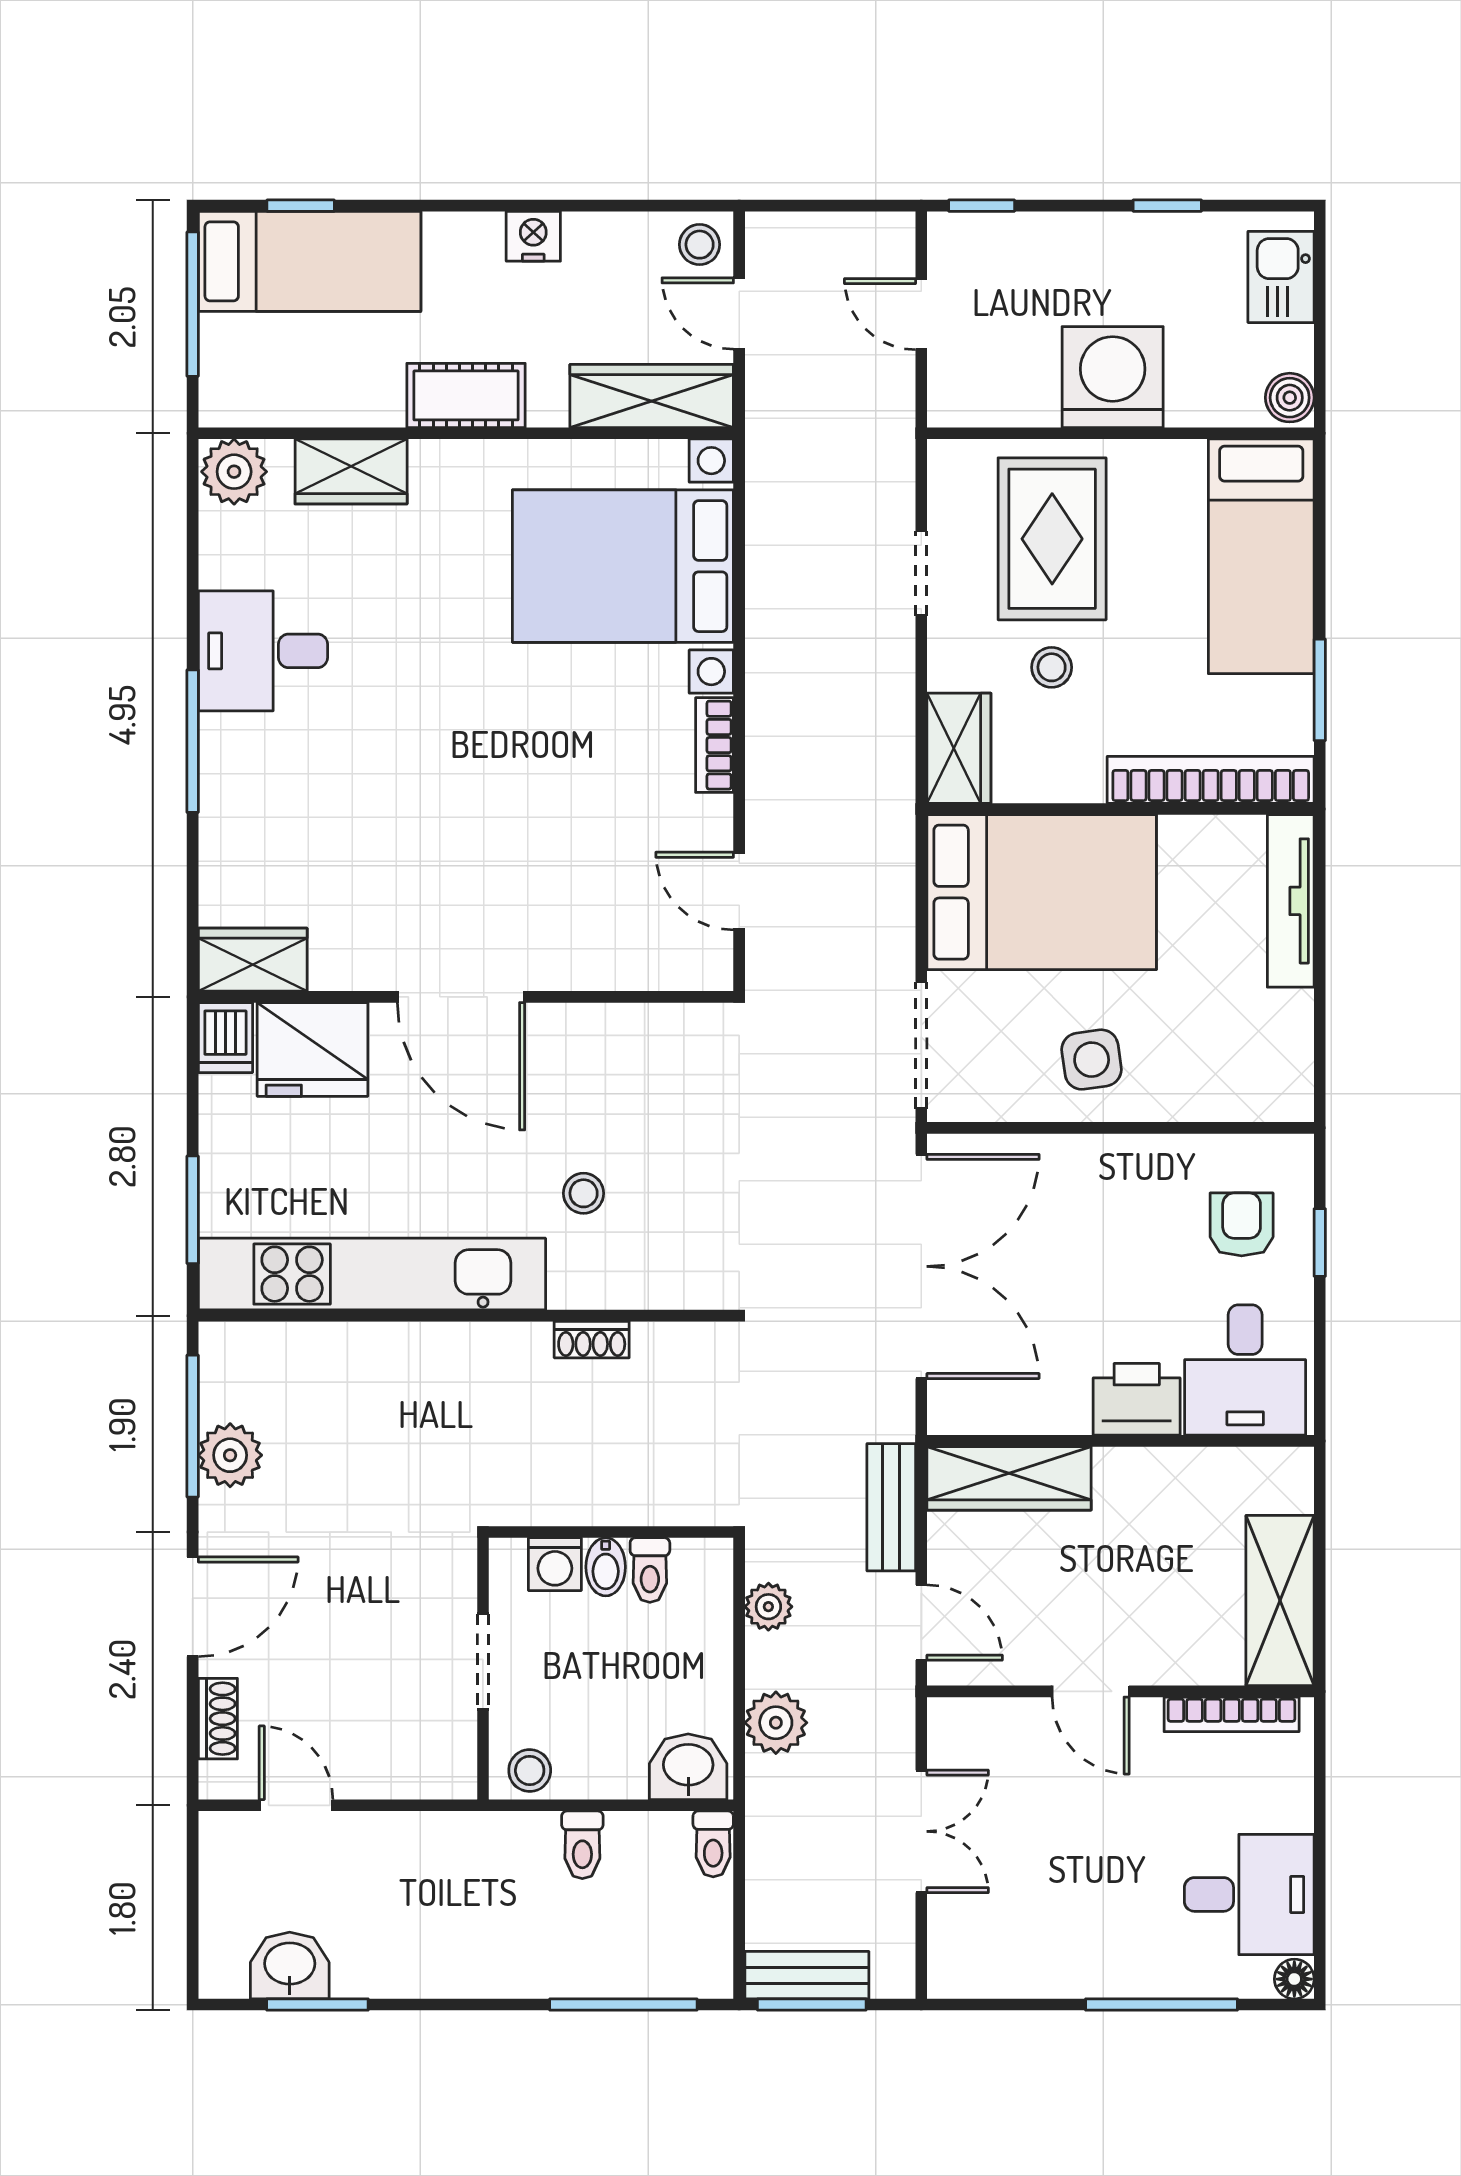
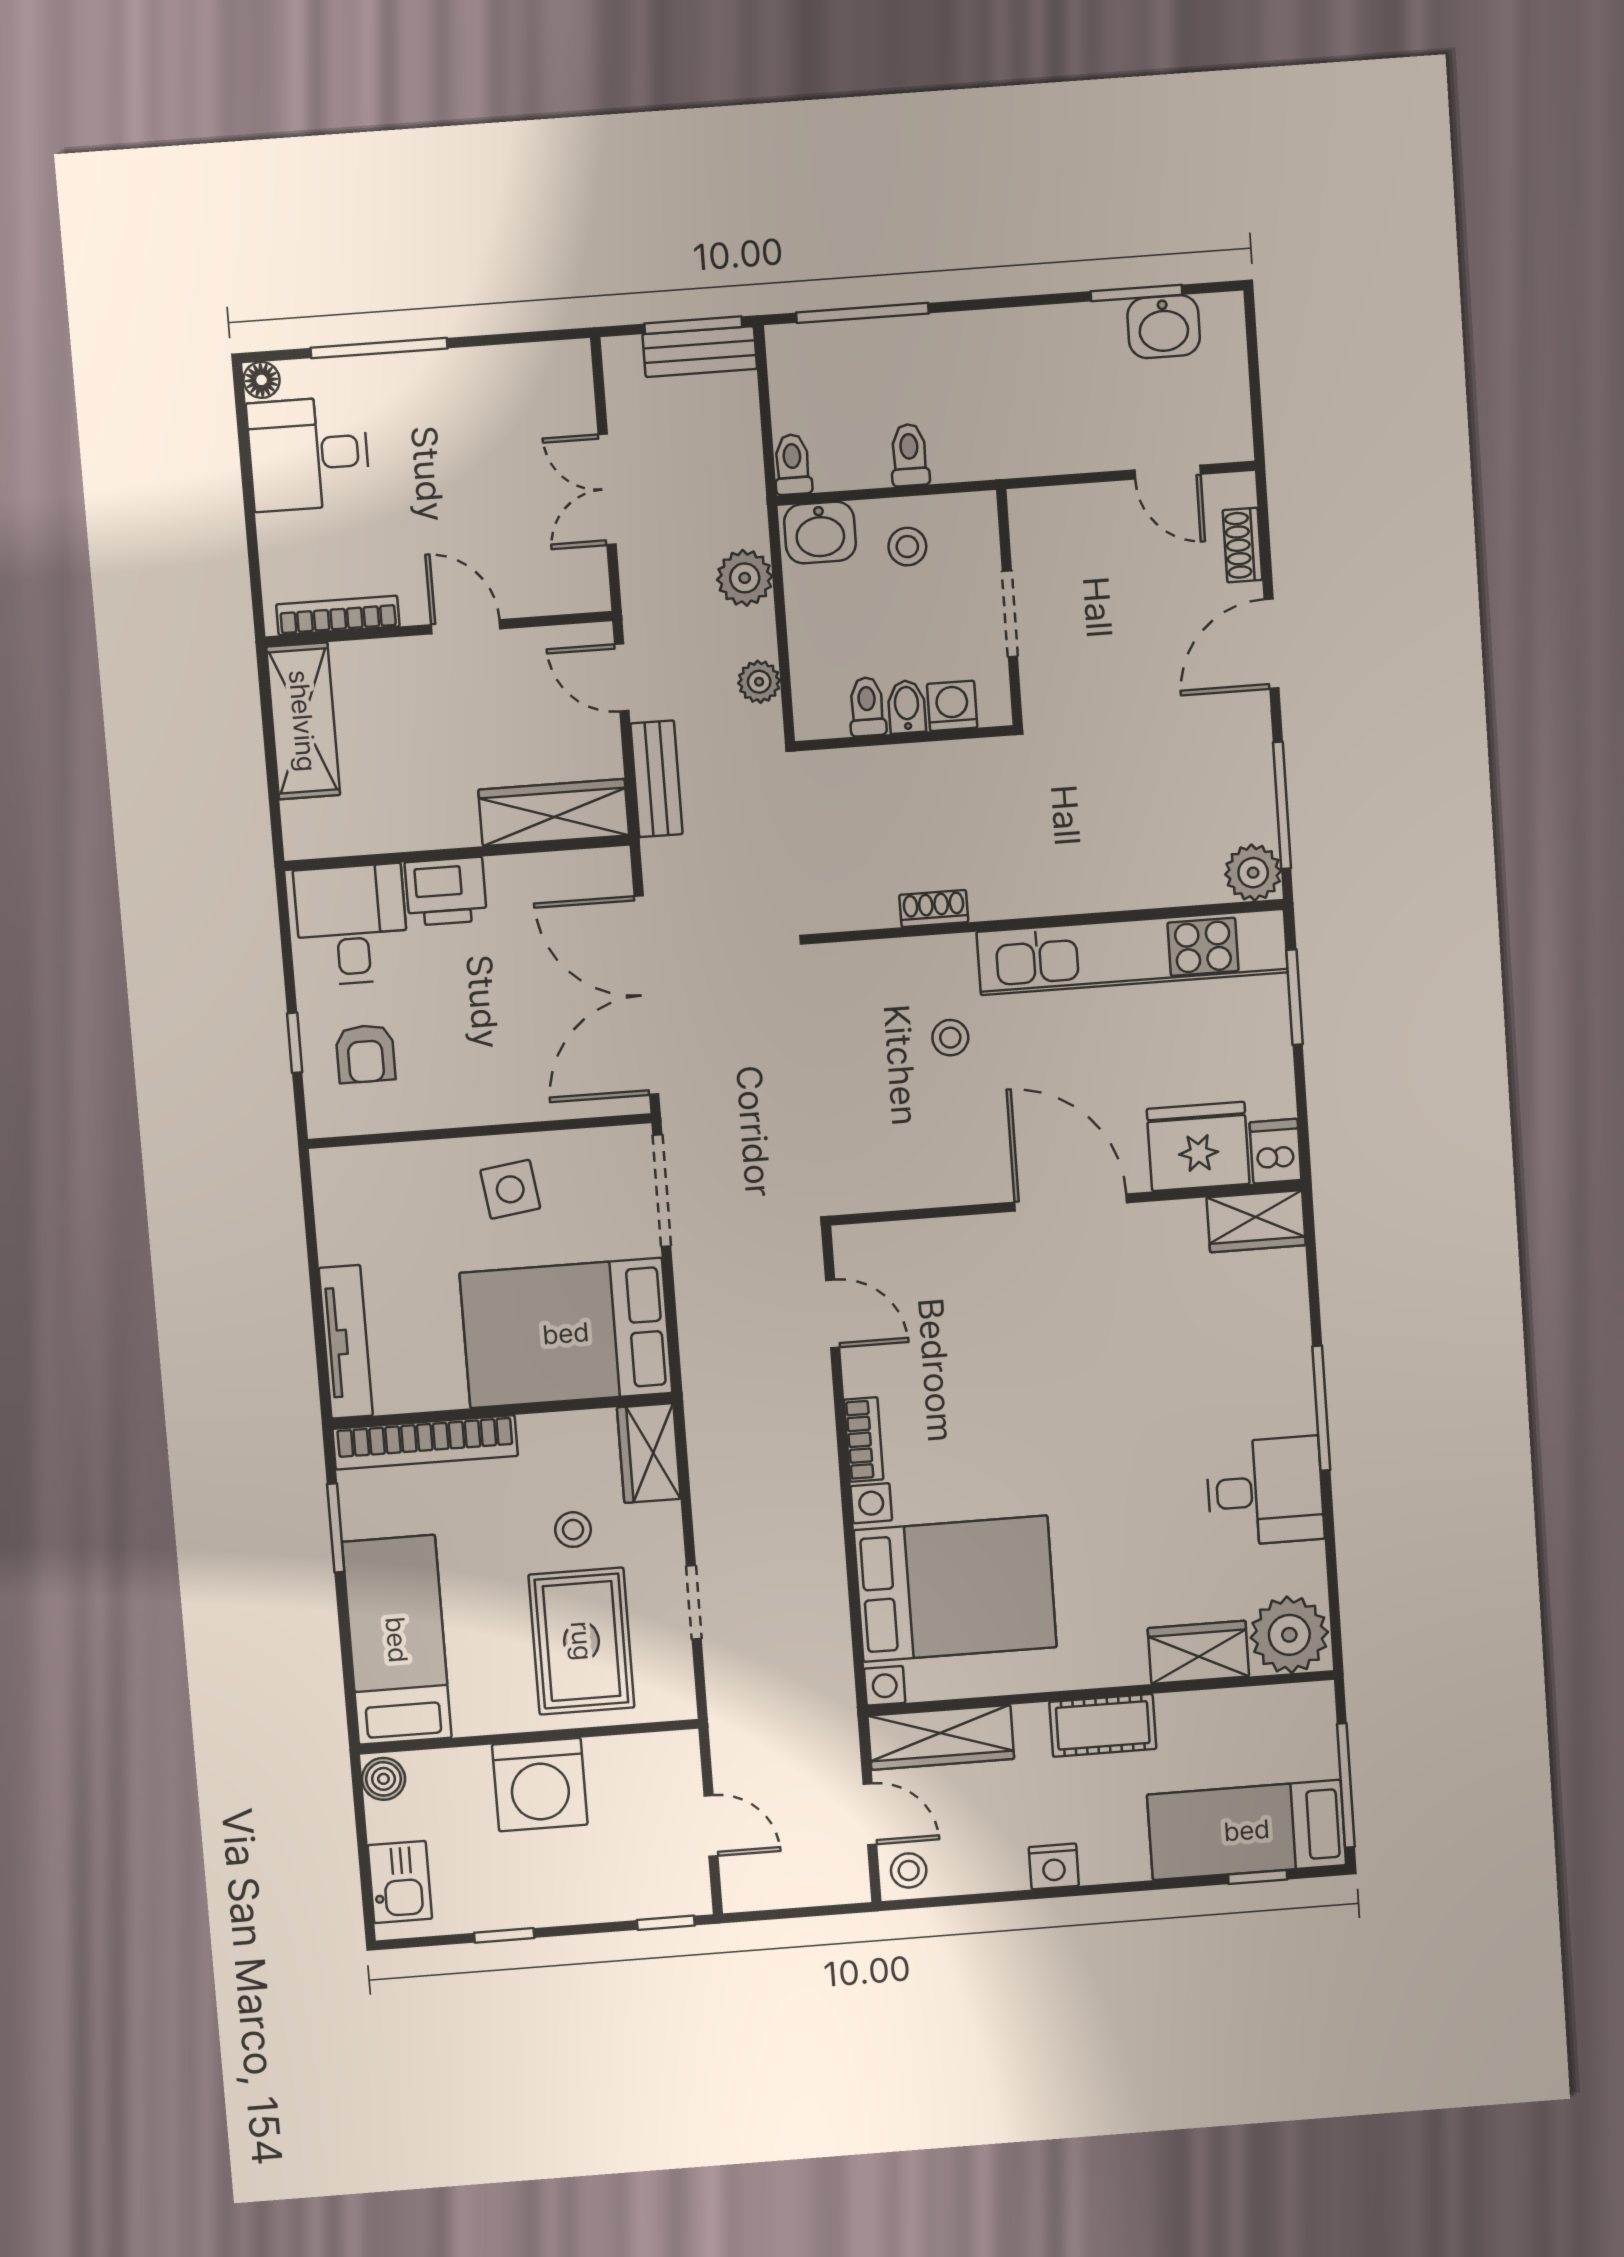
plant: (234, 472) -> (1289, 1635), width x1.36, depth x1.36
plant: (230, 1455) -> (1253, 873), moved
stool: (530, 1771) -> (907, 547), moved

